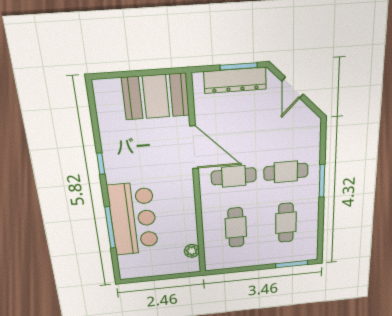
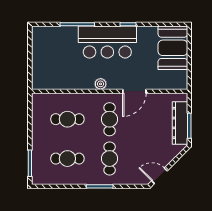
door: (293, 88) -> (159, 176), moved
booth: (156, 96) -> (173, 48), moved
door: (194, 147) -> (134, 91), width x0.73
bar counter: (133, 219) -> (107, 42), moved
plant: (192, 251) -> (101, 84), moved

